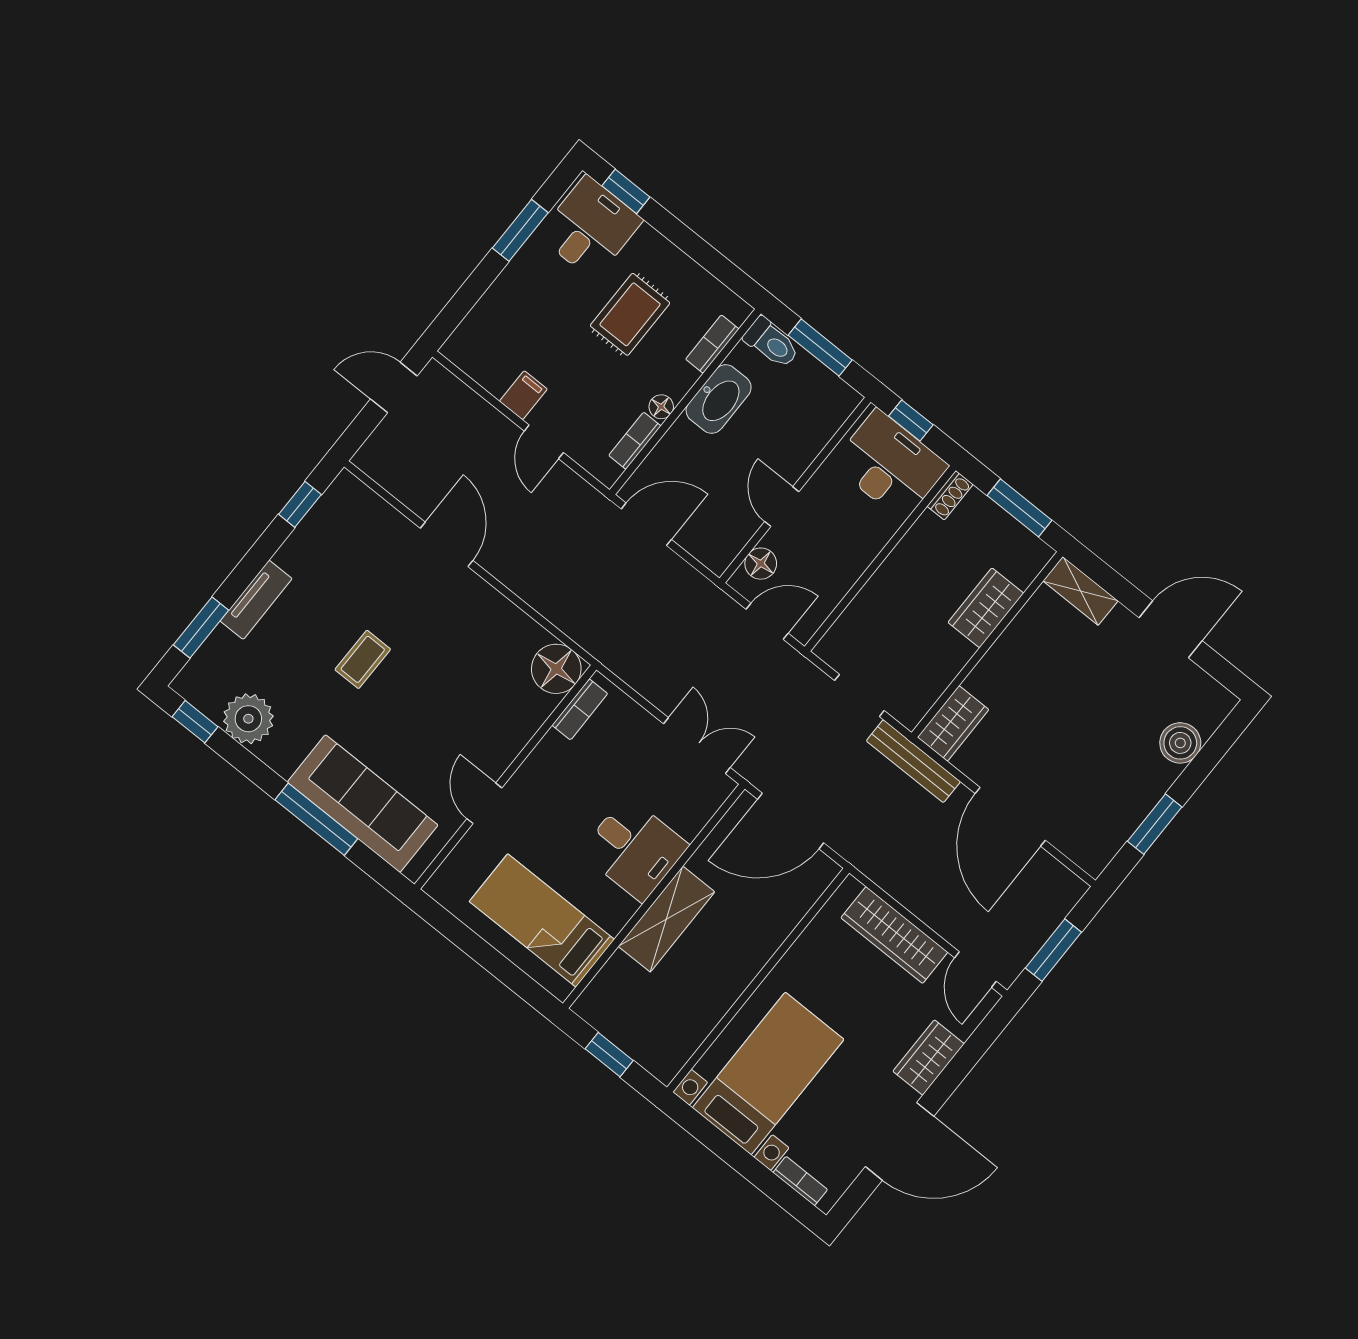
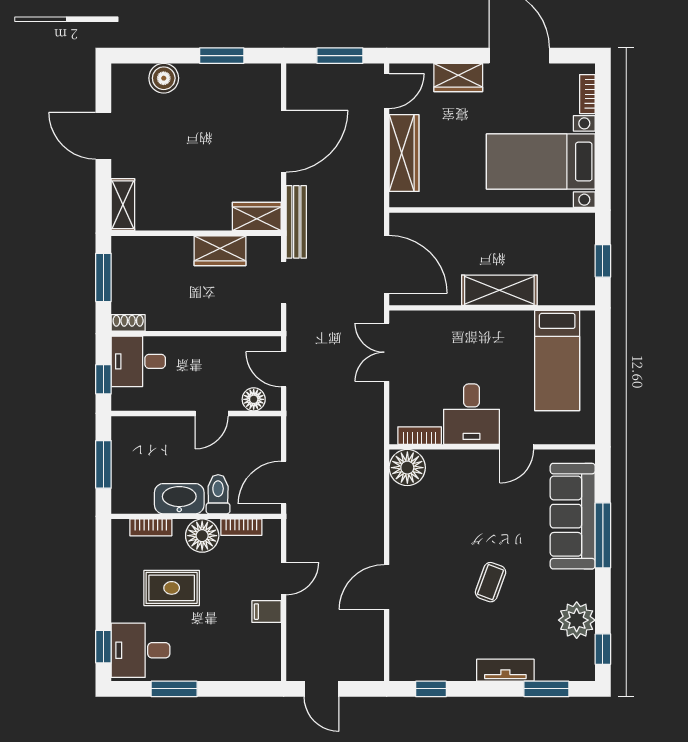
toilet: (771, 343) -> (218, 494), moved
floor lamp: (661, 407) -> (202, 536), width x1.89, depth x1.89
desk: (890, 465) -> (138, 361), width x0.73
door: (646, 524) -> (284, 482), hinge flipped
wardrobe: (986, 608) -> (220, 251), moved
coffee table: (363, 659) -> (491, 582), turned -70
desk: (634, 849) -> (471, 414), moved, turned 180

